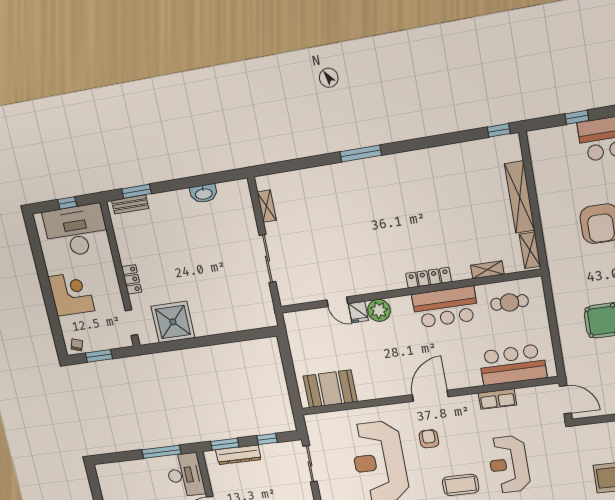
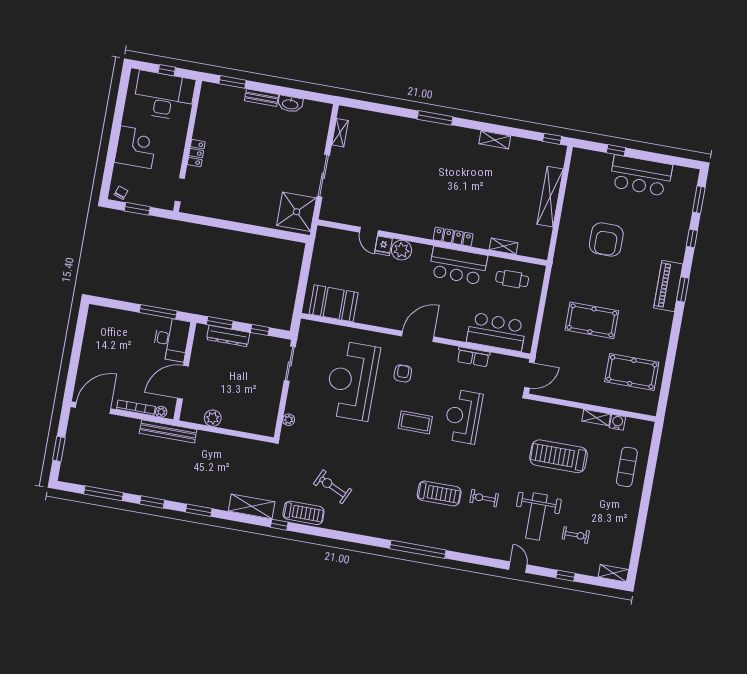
bench: (130, 204) -> (261, 98), moved
shelving: (530, 250) -> (495, 140), moved, turned 90
shower: (173, 322) -> (297, 212), moved
door: (565, 400) -> (529, 375), hinge flipped

